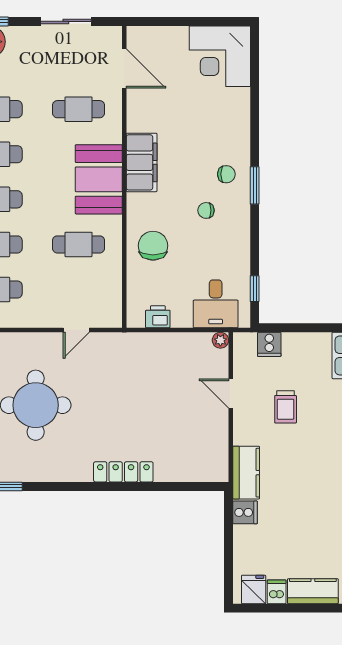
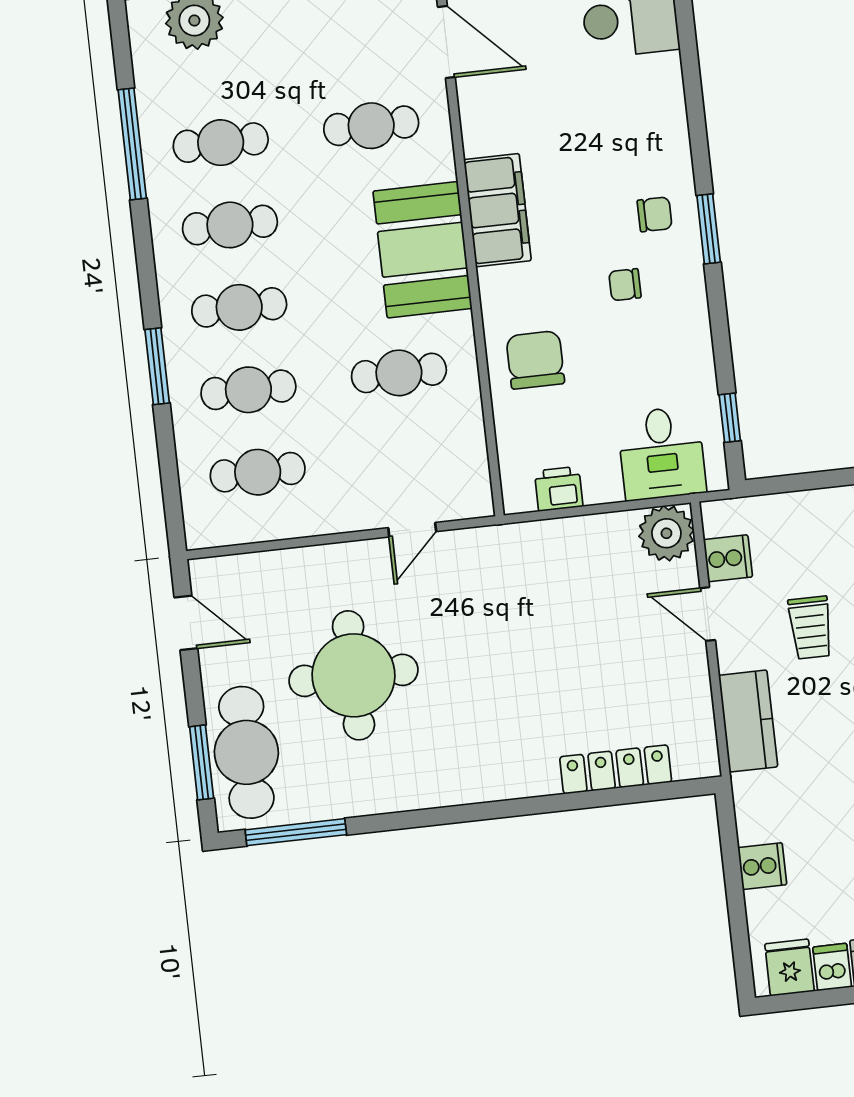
plant: (220, 340) -> (666, 533), width x1.87, depth x1.87
cooker: (269, 344) -> (728, 558), moved, turned -90
locker: (123, 472) -> (616, 769), moved
kitchen counter: (246, 473) -> (748, 721), moved
cooker: (245, 512) -> (762, 866), moved

